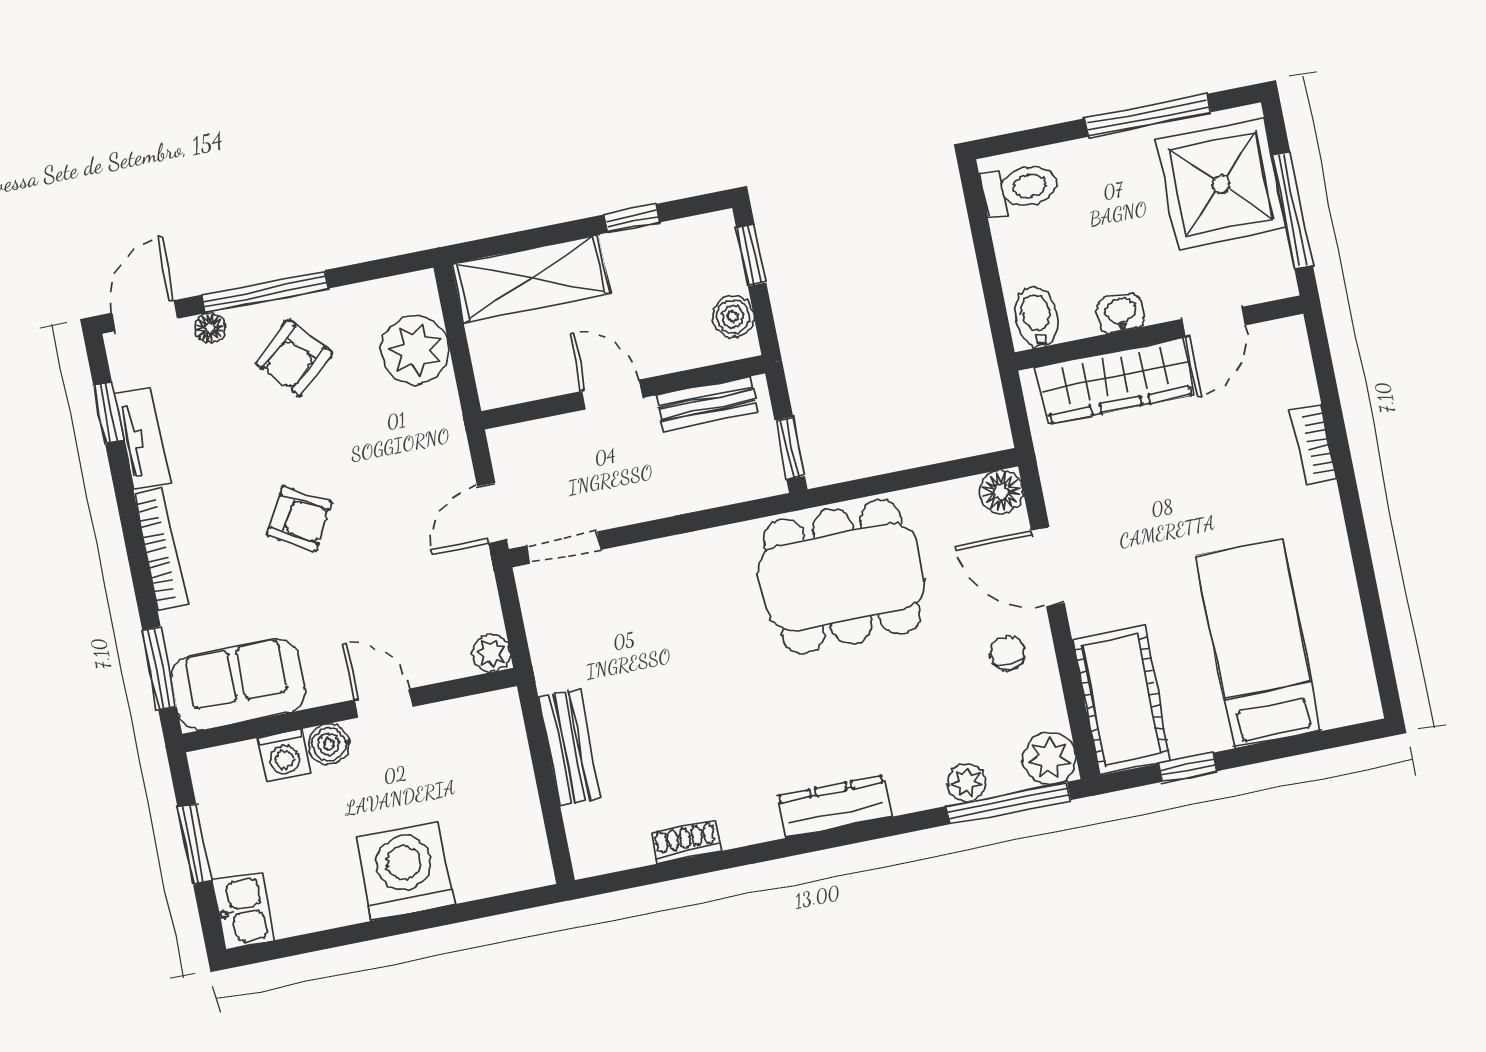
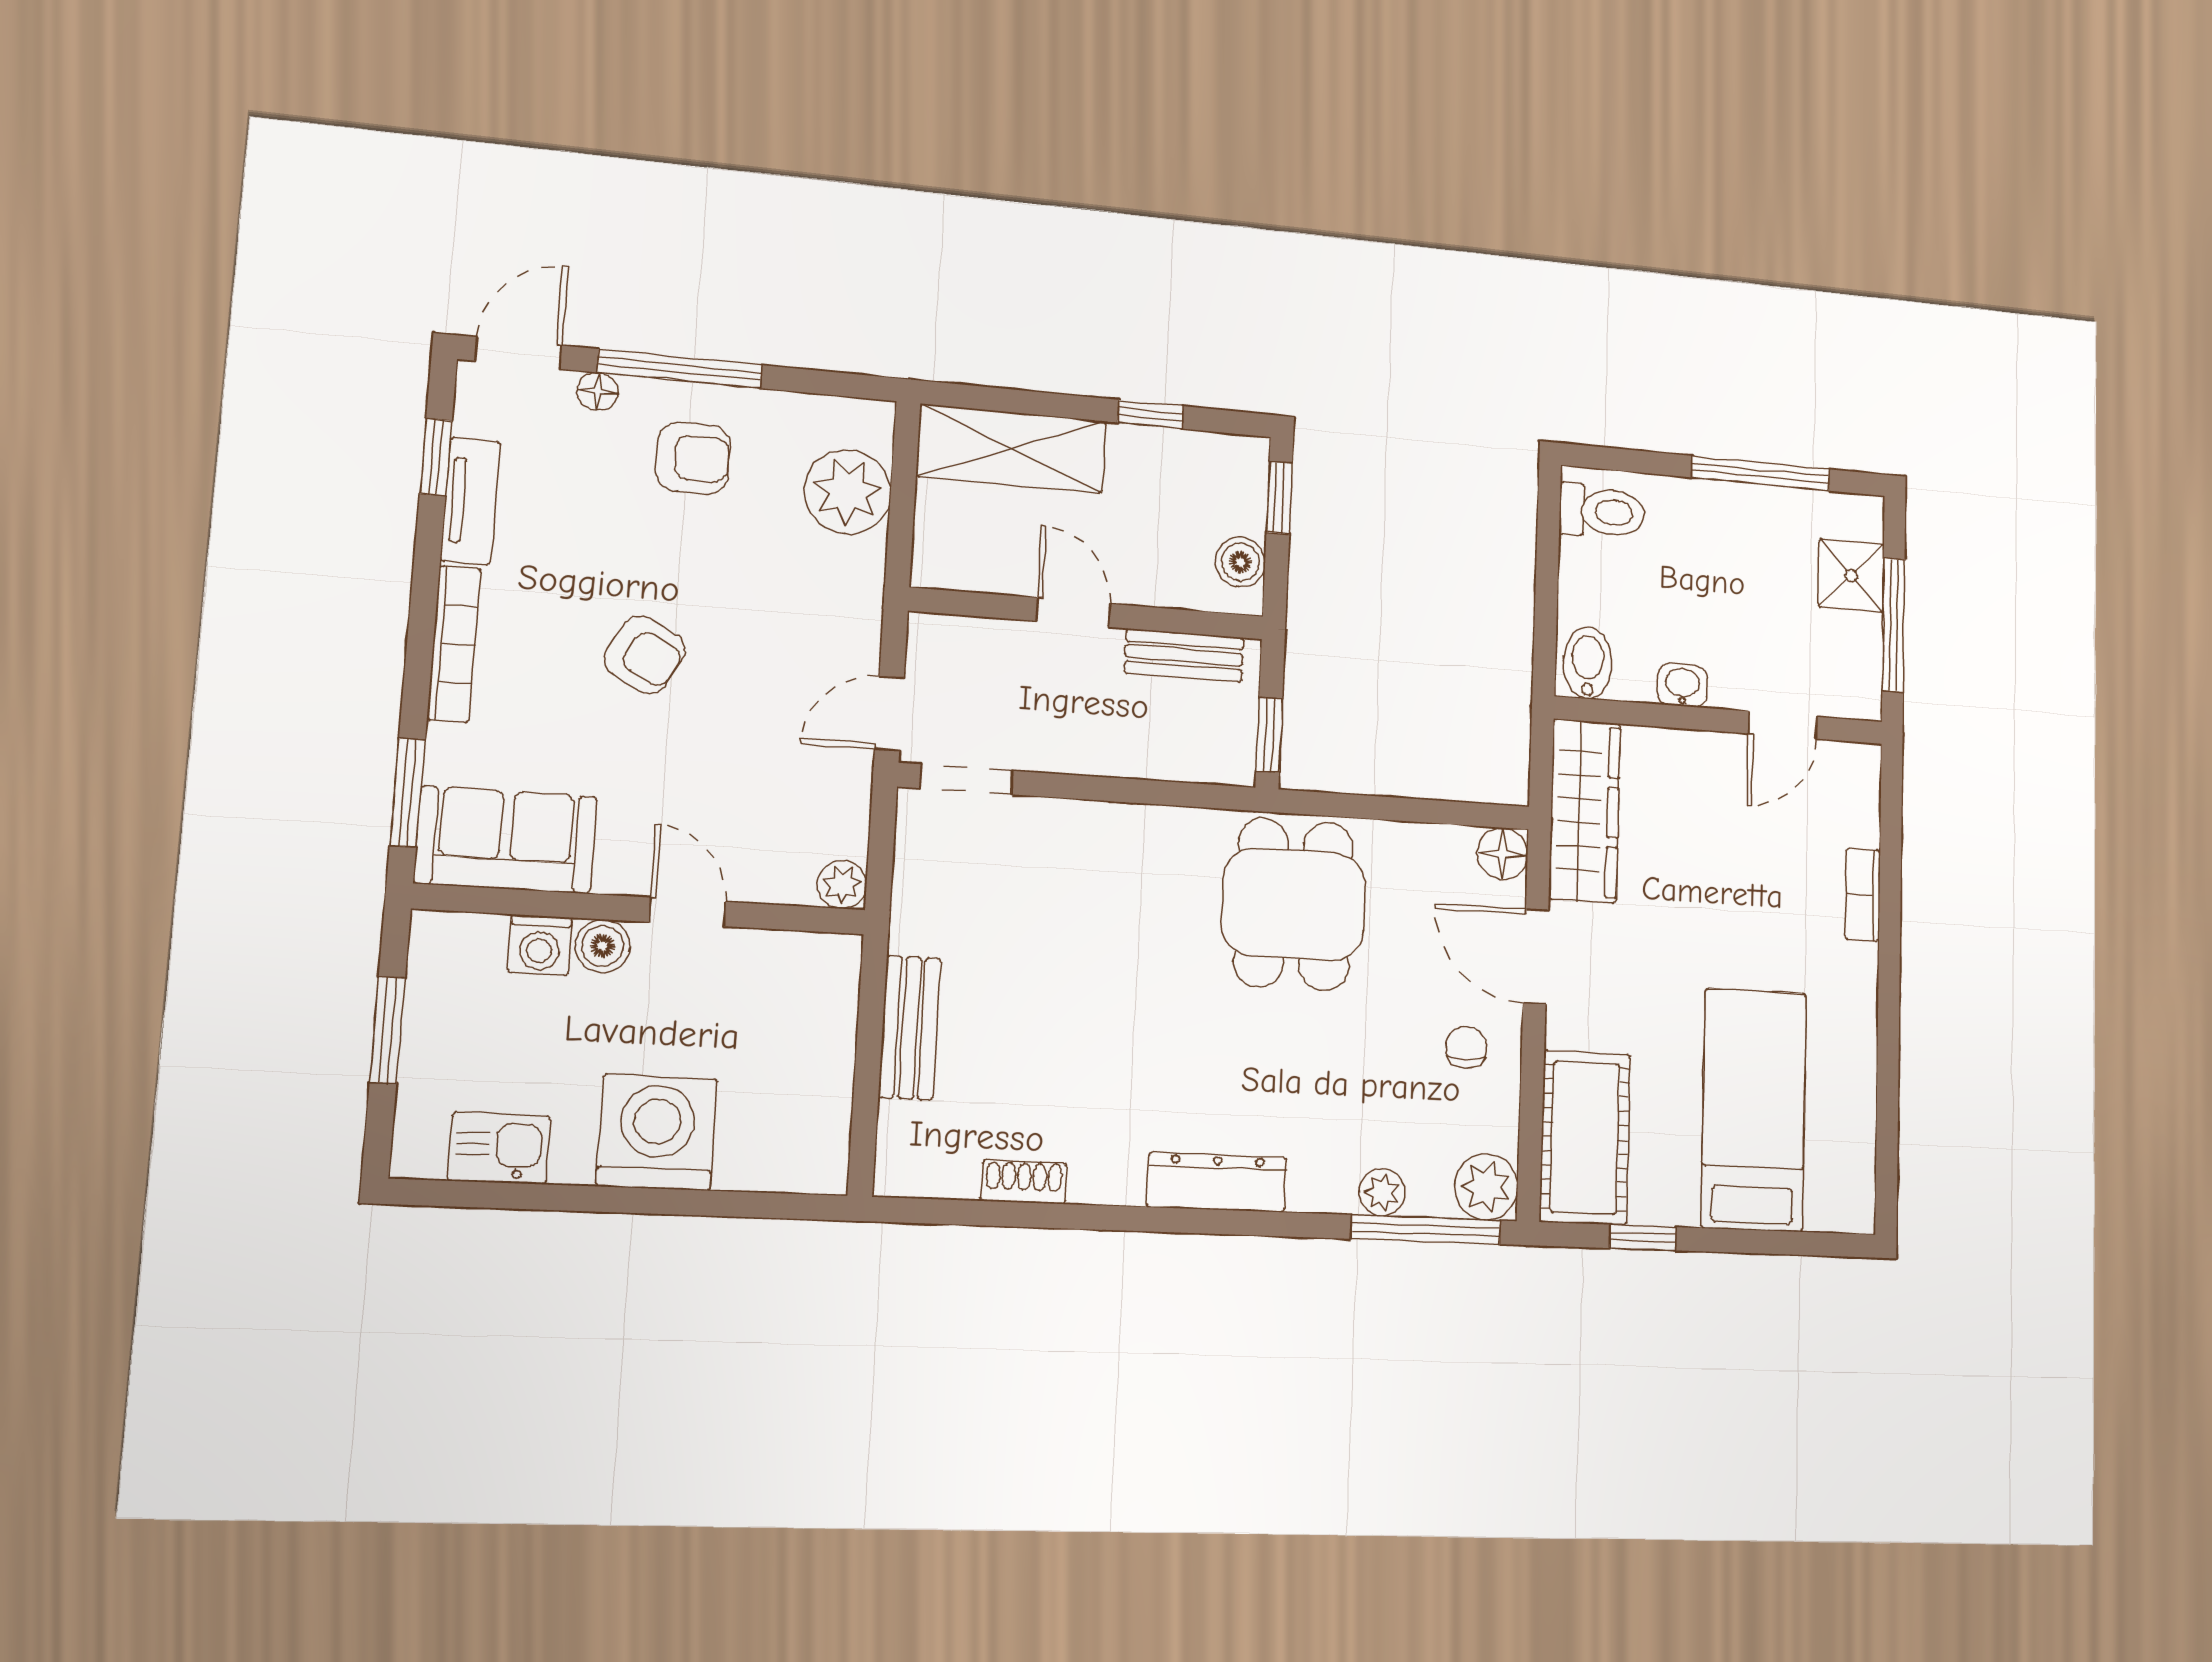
shower: (1221, 184) -> (1851, 575), width x0.54, depth x0.54
armchair: (294, 358) -> (693, 458), turned -138
wardrobe: (1116, 381) -> (1585, 811), moved, turned -90
dining table: (842, 577) -> (1294, 904), width x0.73
kitchen sink: (244, 910) -> (499, 1148), moved, turned -90

